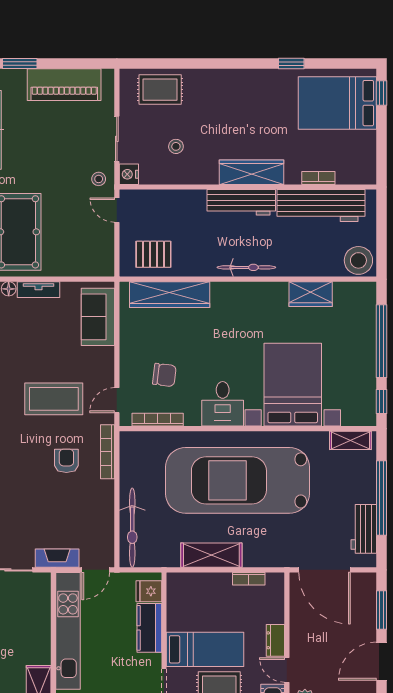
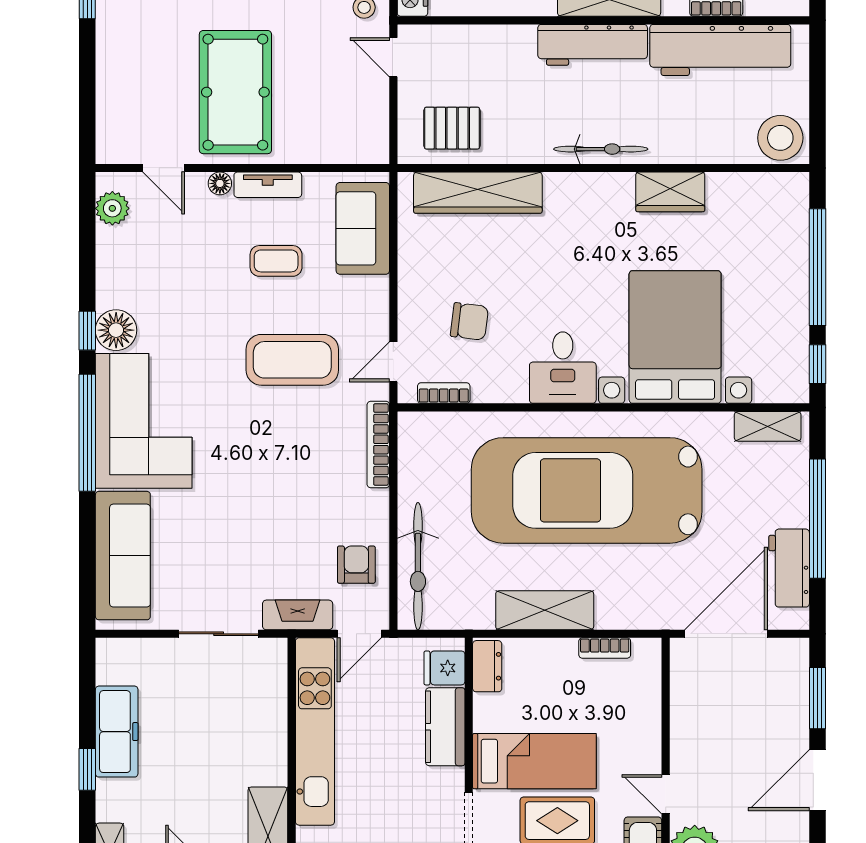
wardrobe: (311, 294) -> (670, 192), moved
coffee table: (44, 337) -> (276, 261), added
bookcase: (158, 420) -> (444, 393), width x0.64
armchair: (66, 461) -> (356, 565), moved
door: (324, 570) -> (726, 634), swing flipped
dresser: (275, 640) -> (487, 666), moved, turned 180

